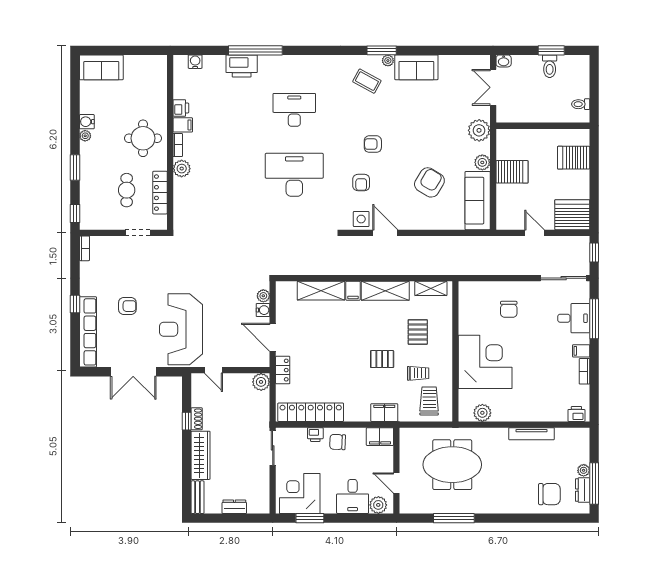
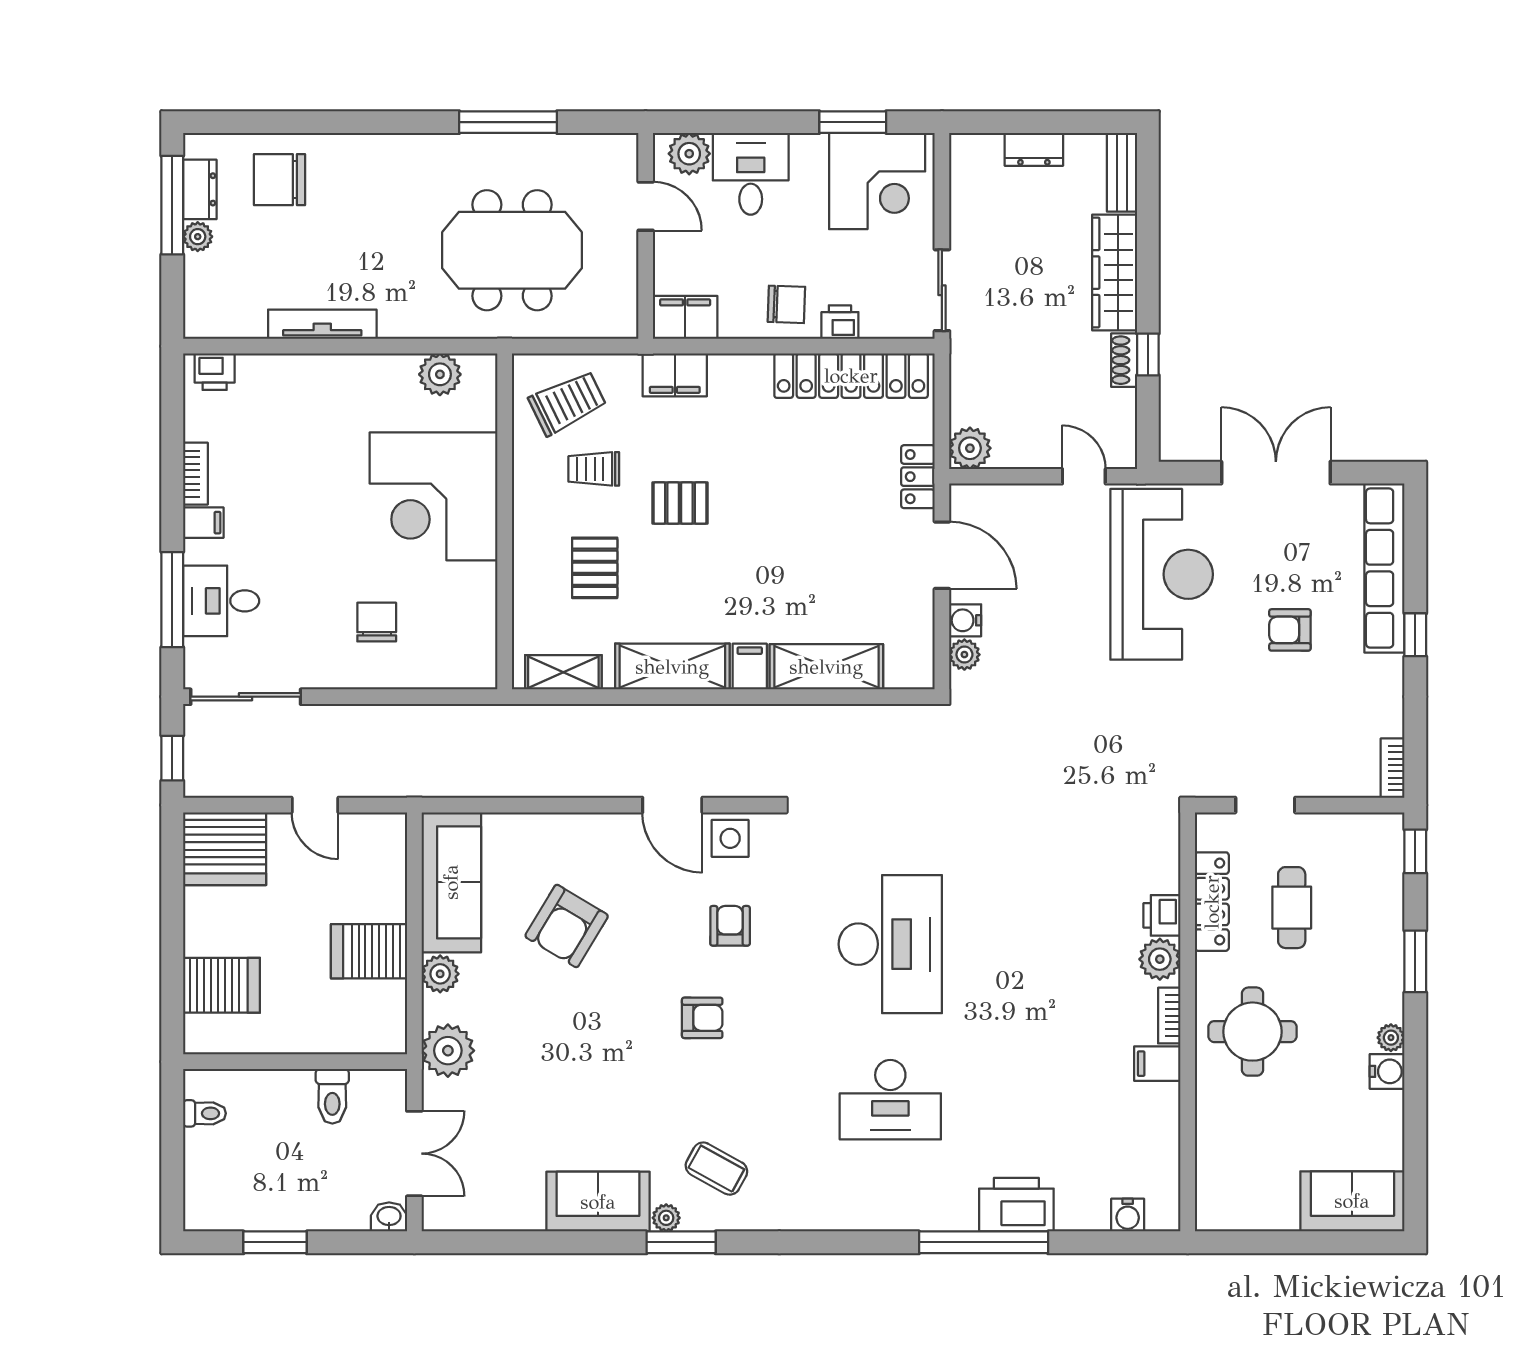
toilet: (550, 66) -> (332, 1096), moved, turned 180
printer: (181, 108) -> (1162, 915), moved
desk: (294, 175) -> (890, 944), turned -90
trolley: (429, 401) -> (567, 403), turned -116

